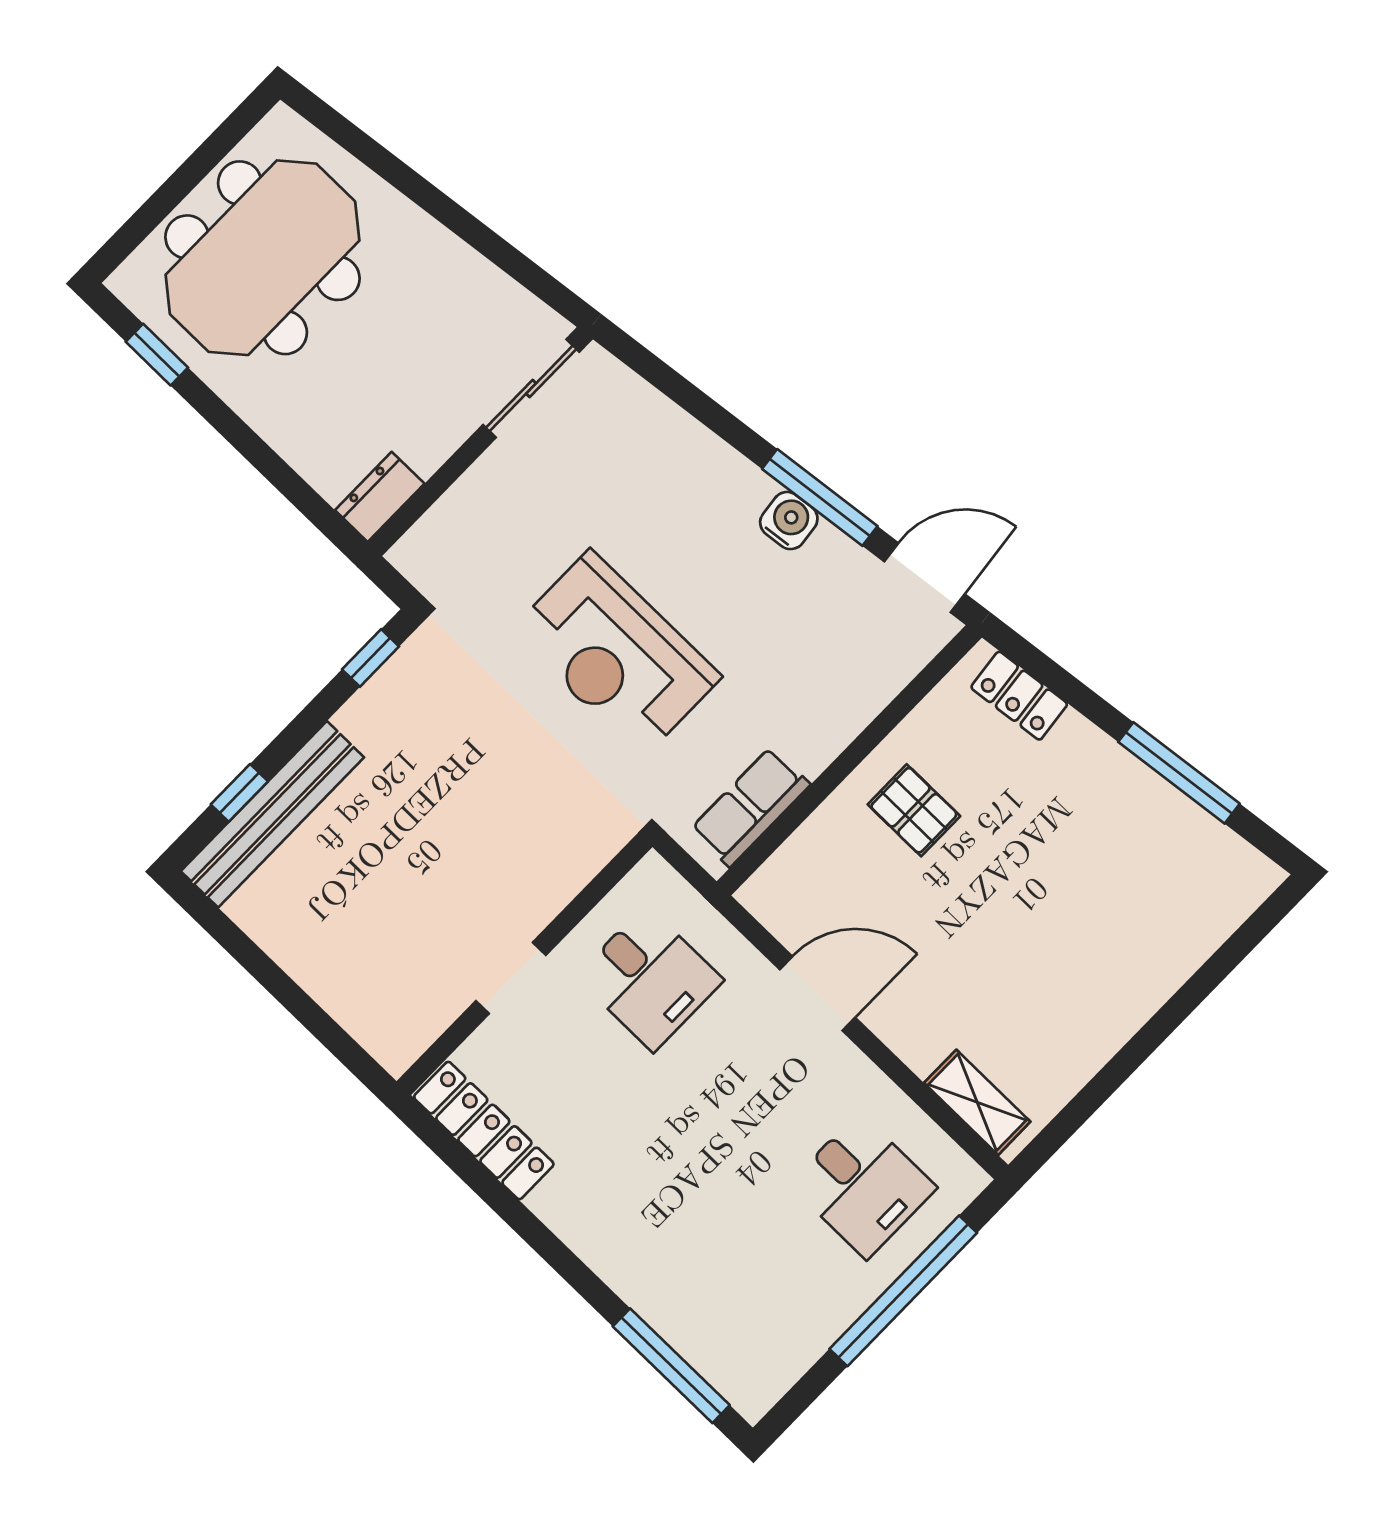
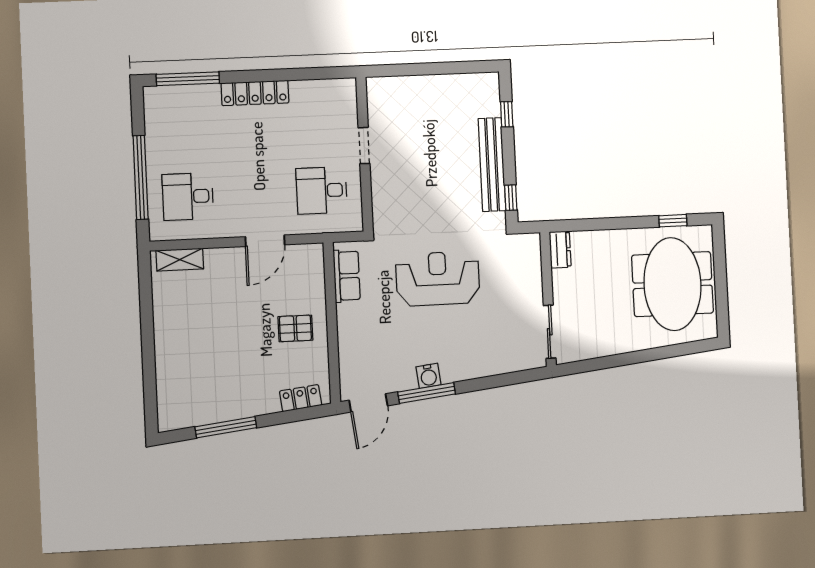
bench: (272, 814) -> (492, 165), moved
locker: (484, 1131) -> (255, 93), moved

